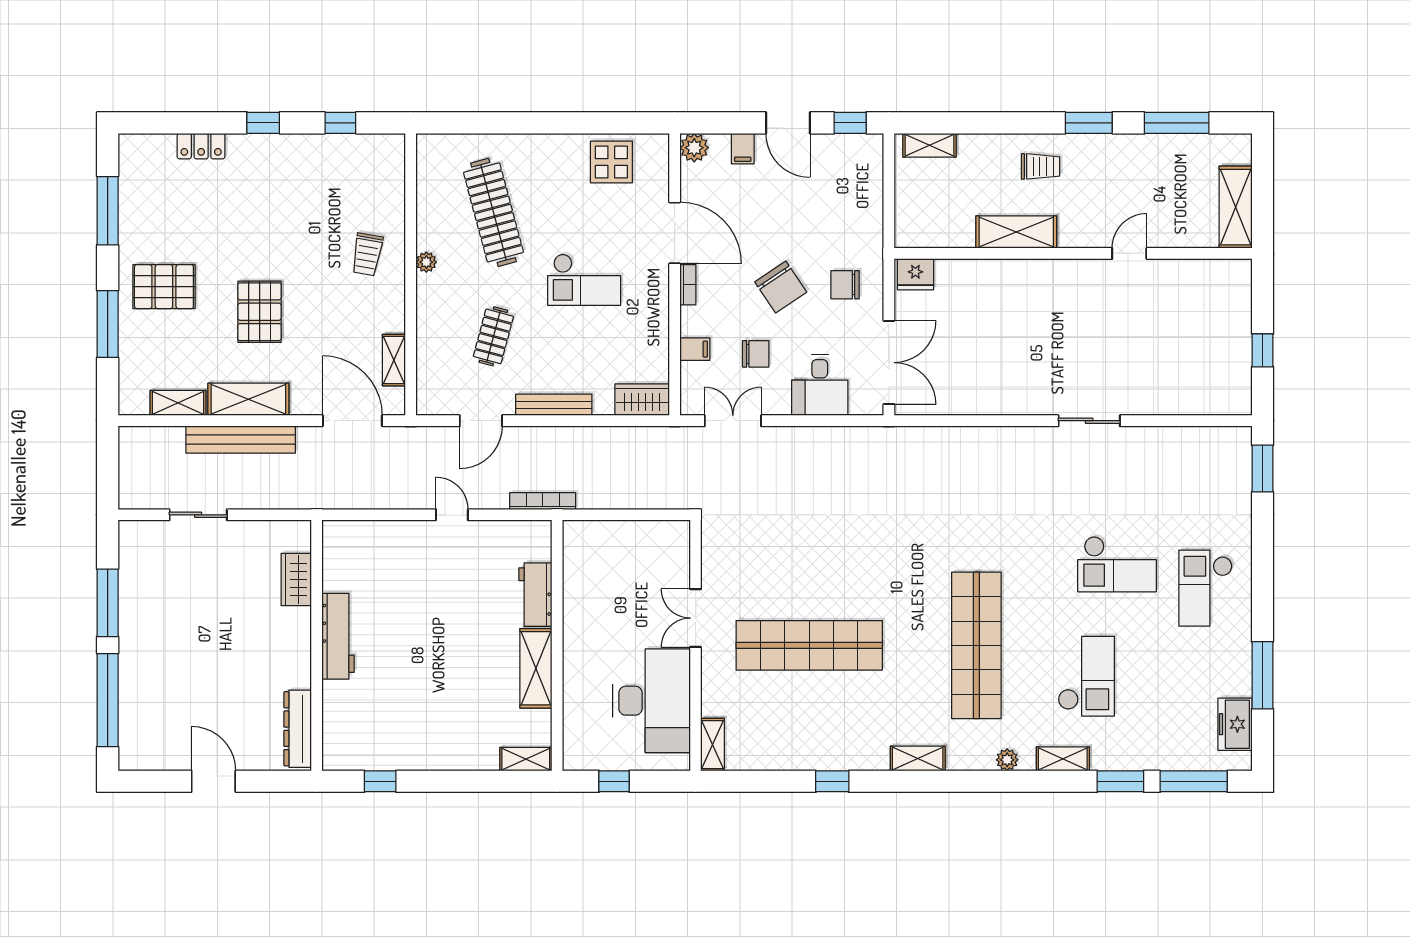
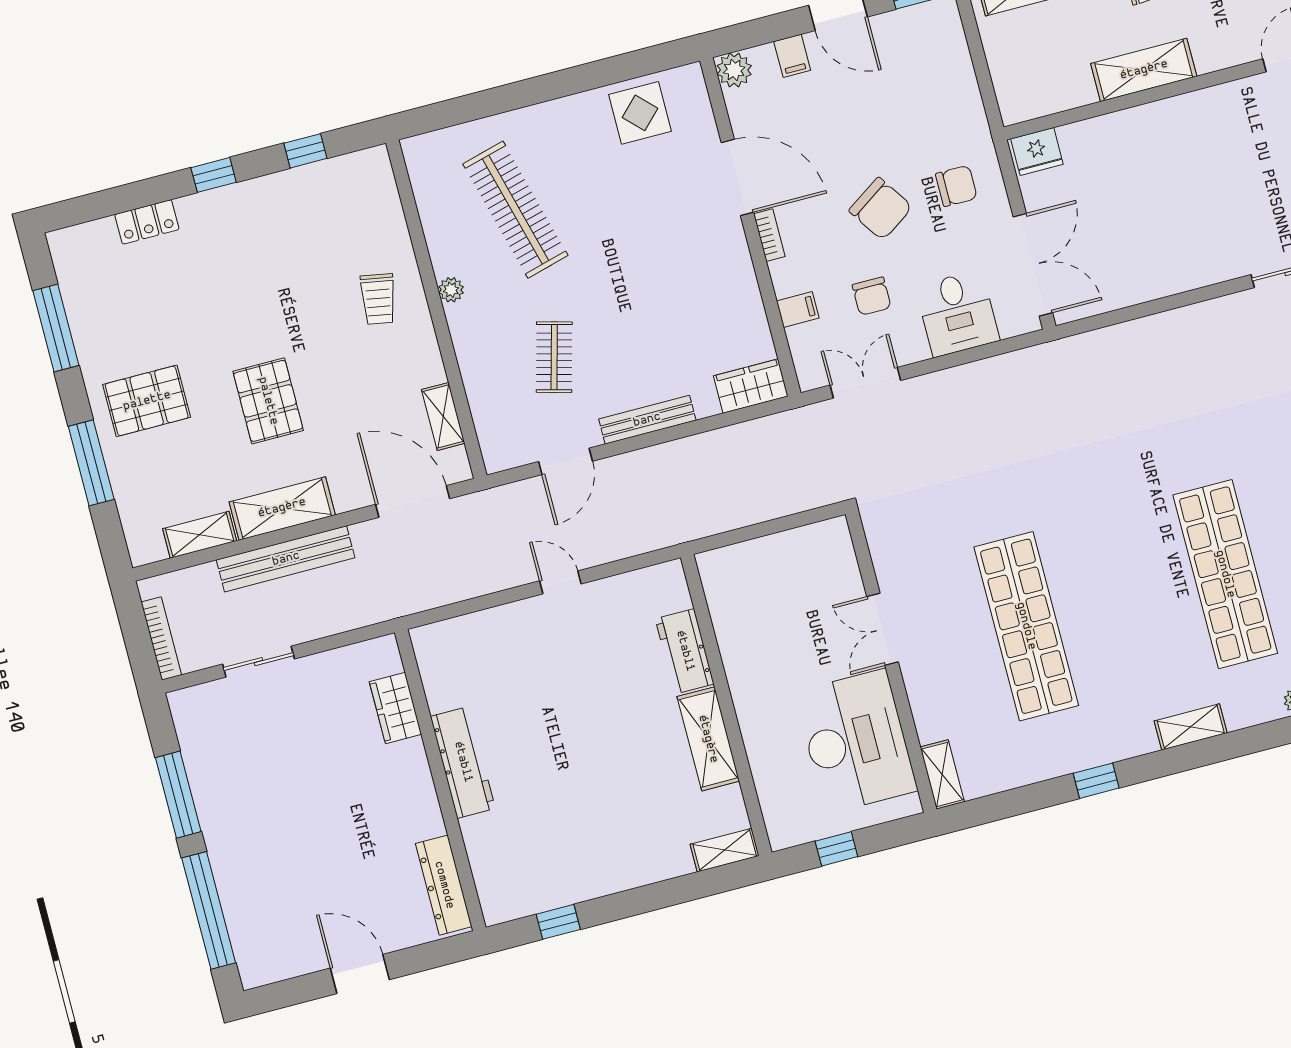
checkout: (584, 280) -> (644, 261), removed
chair: (845, 285) -> (956, 186), turned 180
chair: (756, 354) -> (872, 296), turned 90
bookcase: (543, 501) -> (161, 639), moved, turned 90
shop shelf: (809, 645) -> (1026, 626), turned 90

